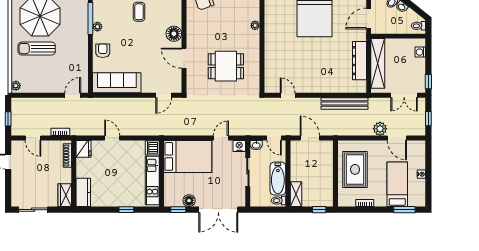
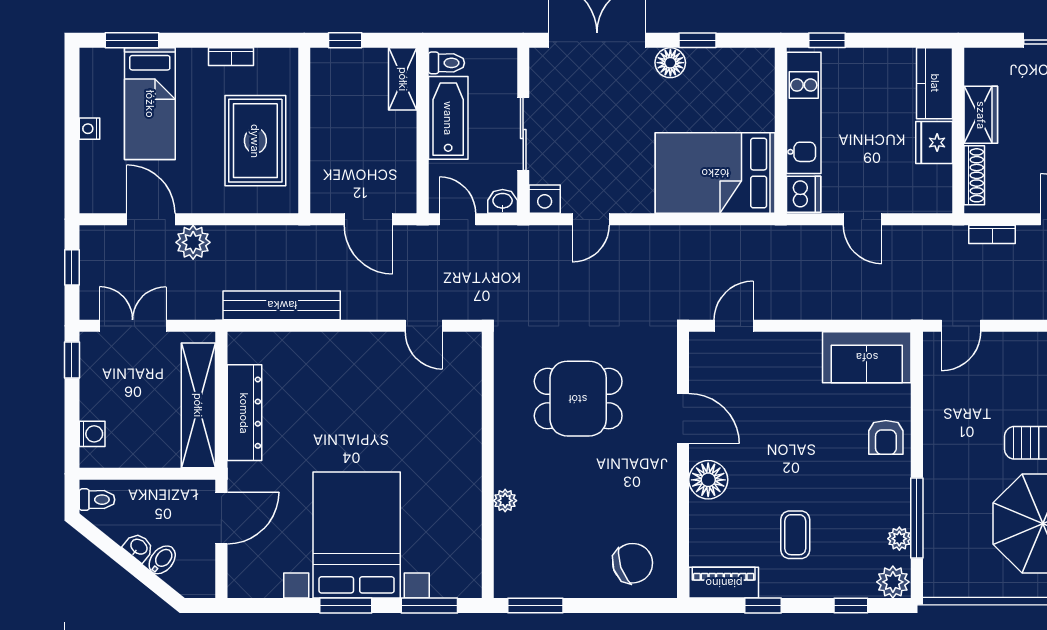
plant: (97, 27) -> (899, 539), moved
sofa: (117, 83) -> (867, 357), width x0.73
dishwasher: (152, 148) -> (804, 194), moved
fridge: (83, 149) -> (934, 142), moved
bed: (188, 156) -> (715, 173), moved
wall: (161, 173) -> (781, 130), moved
kitchen unit: (152, 180) -> (804, 113), moved
wardrobe: (65, 195) -> (981, 115), moved

